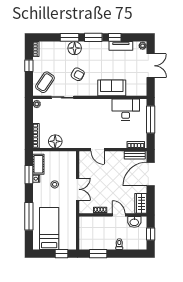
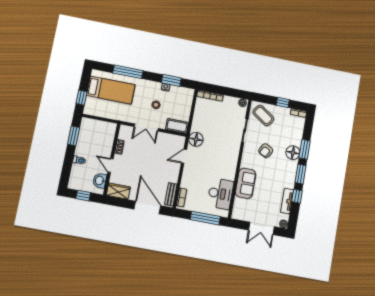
floor lamp: (55, 141) -> (196, 139), moved
cot: (38, 164) -> (177, 126), moved
door: (119, 215) -> (111, 165), swing flipped

